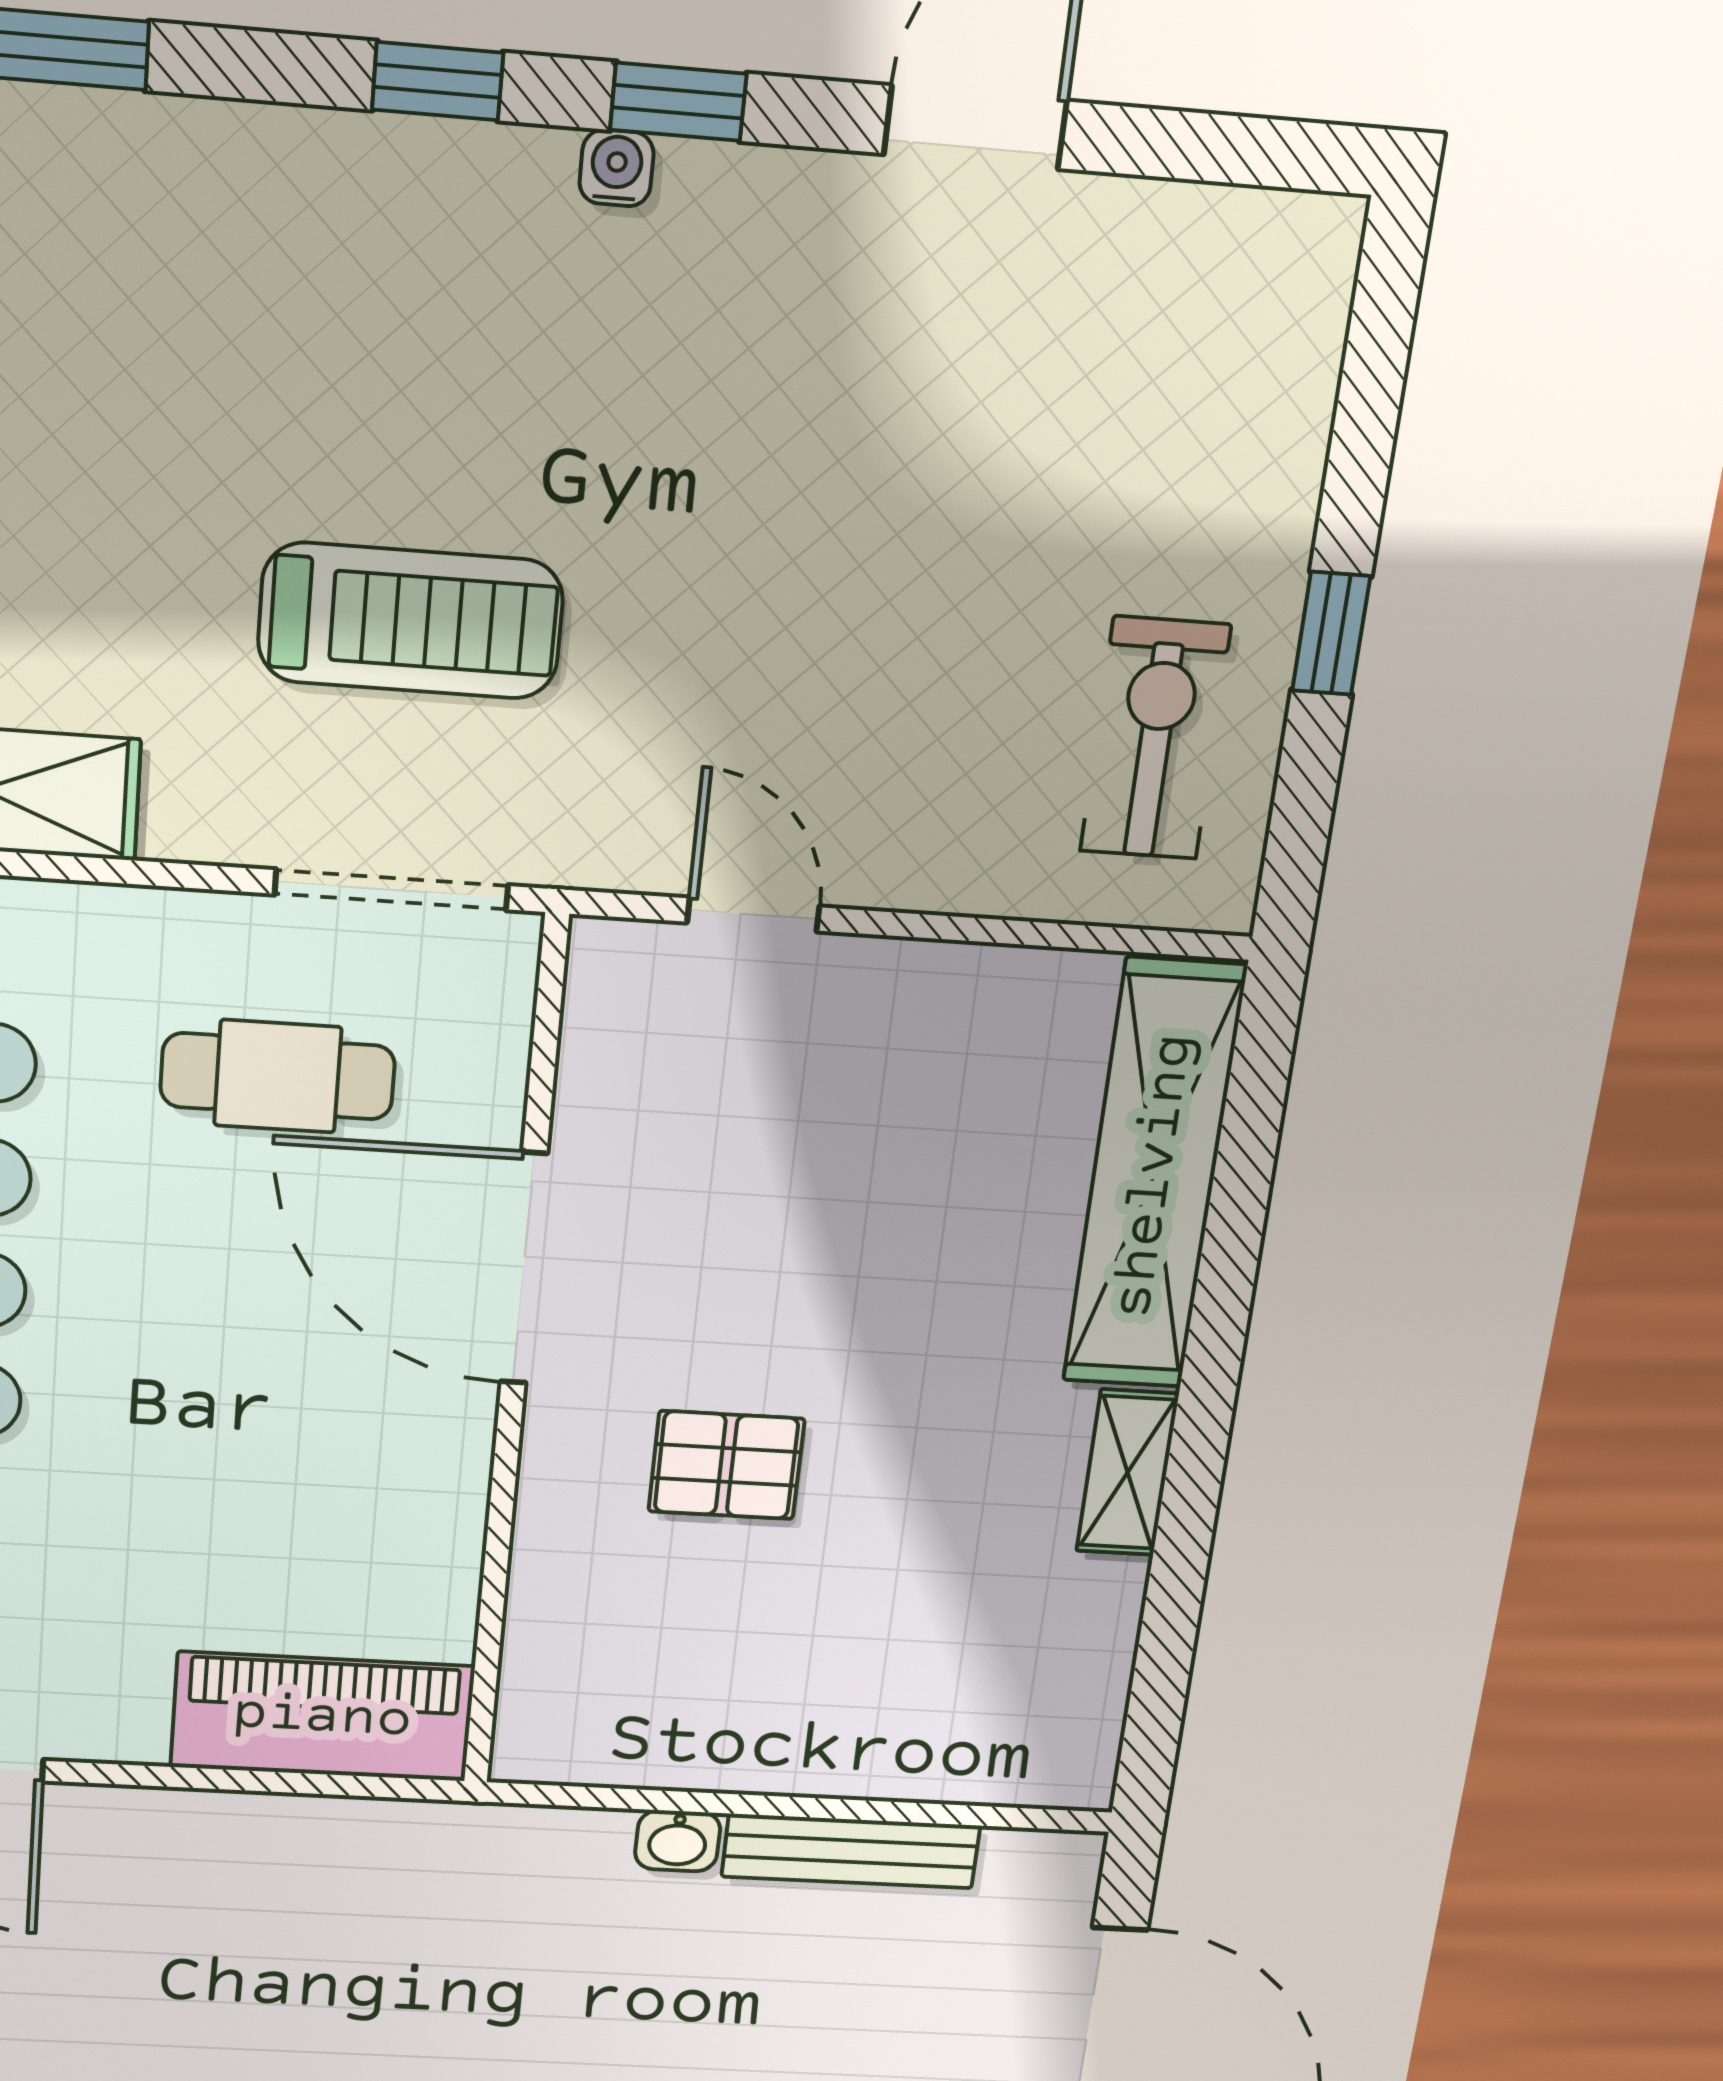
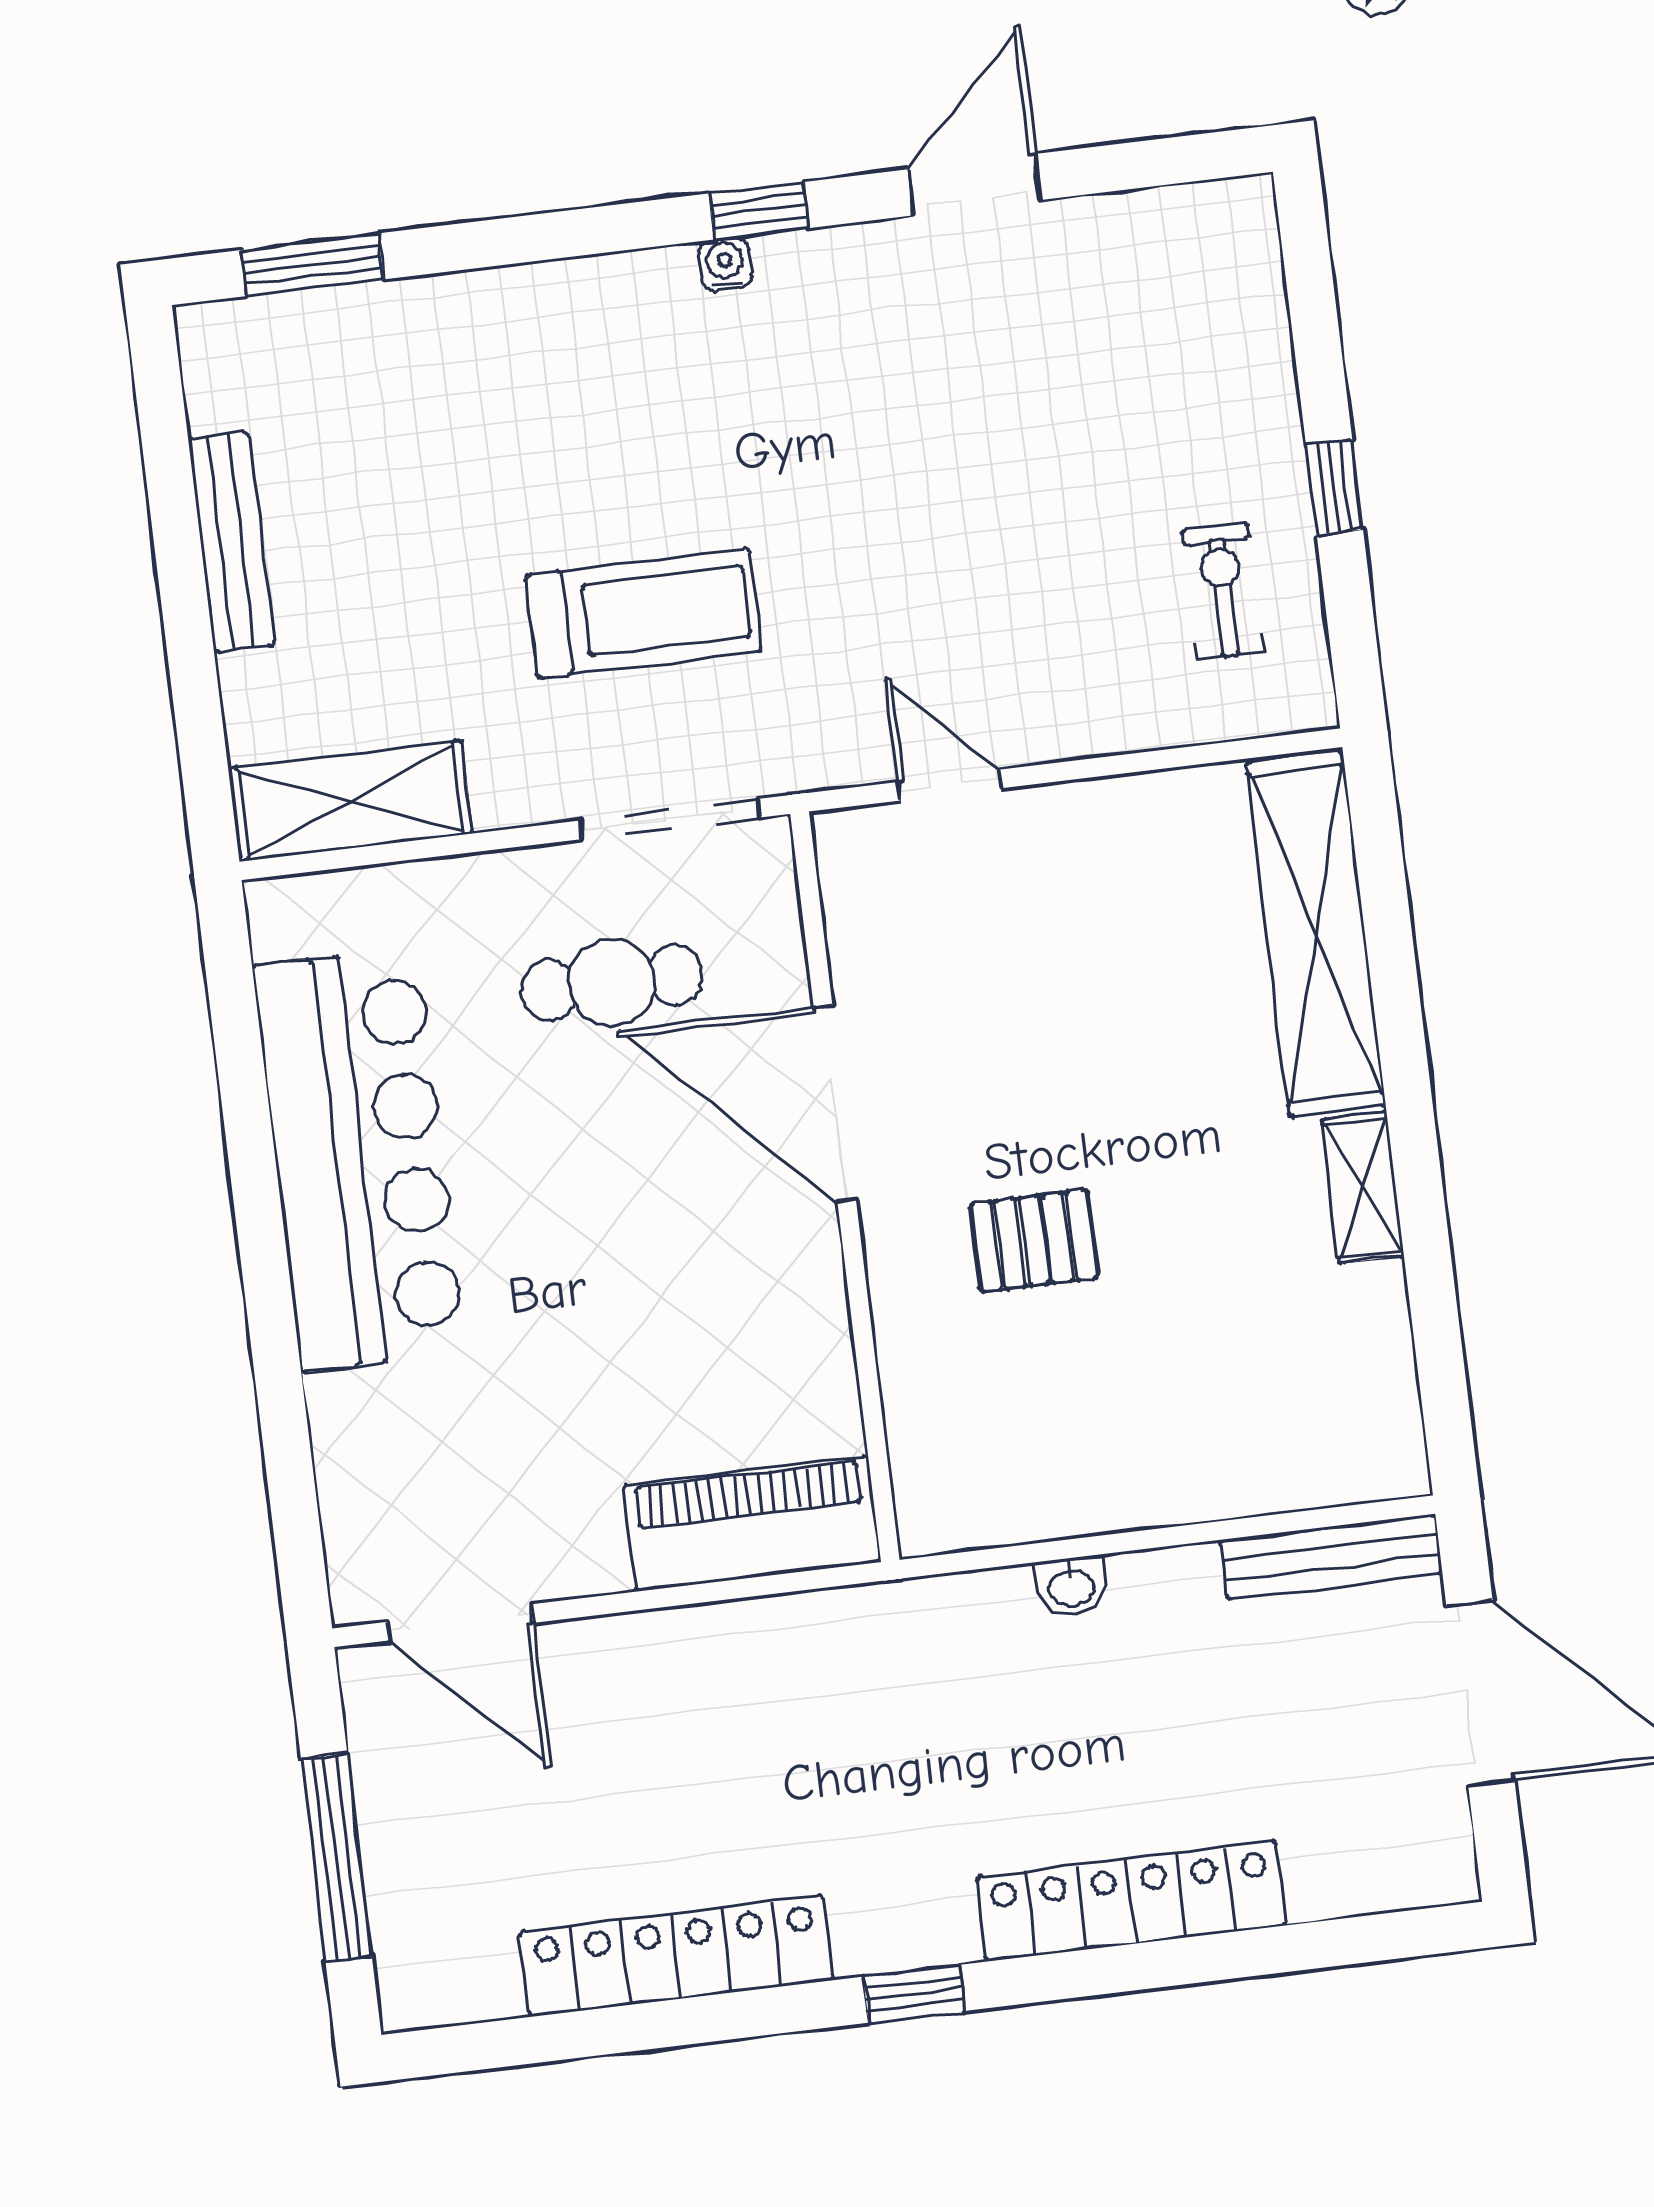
window: (438, 81) -> (587, 232), removed
exercise bike: (1155, 738) -> (1223, 591), width x0.73, depth x0.72
bench: (851, 1851) -> (1331, 1557), moved

